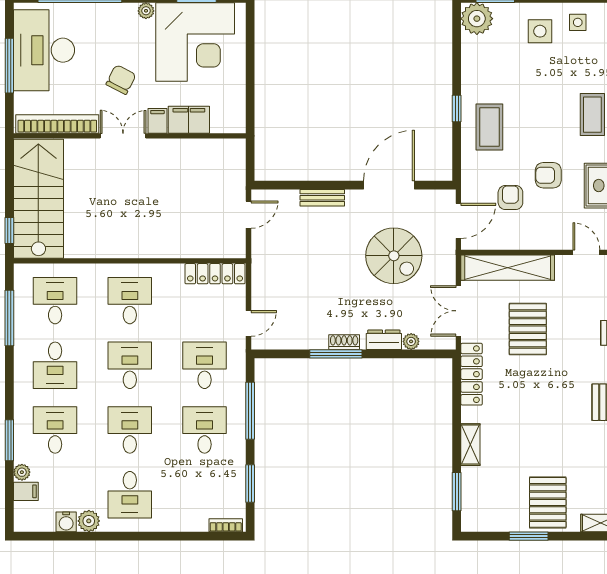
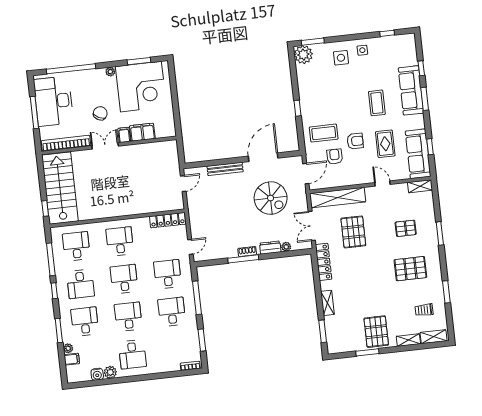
coffee table: (489, 127) -> (324, 133), moved, turned 90
armchair: (548, 175) -> (355, 141), turned 180
bench: (322, 198) -> (225, 169), width x1.36
window: (9, 372) -> (54, 291), added

